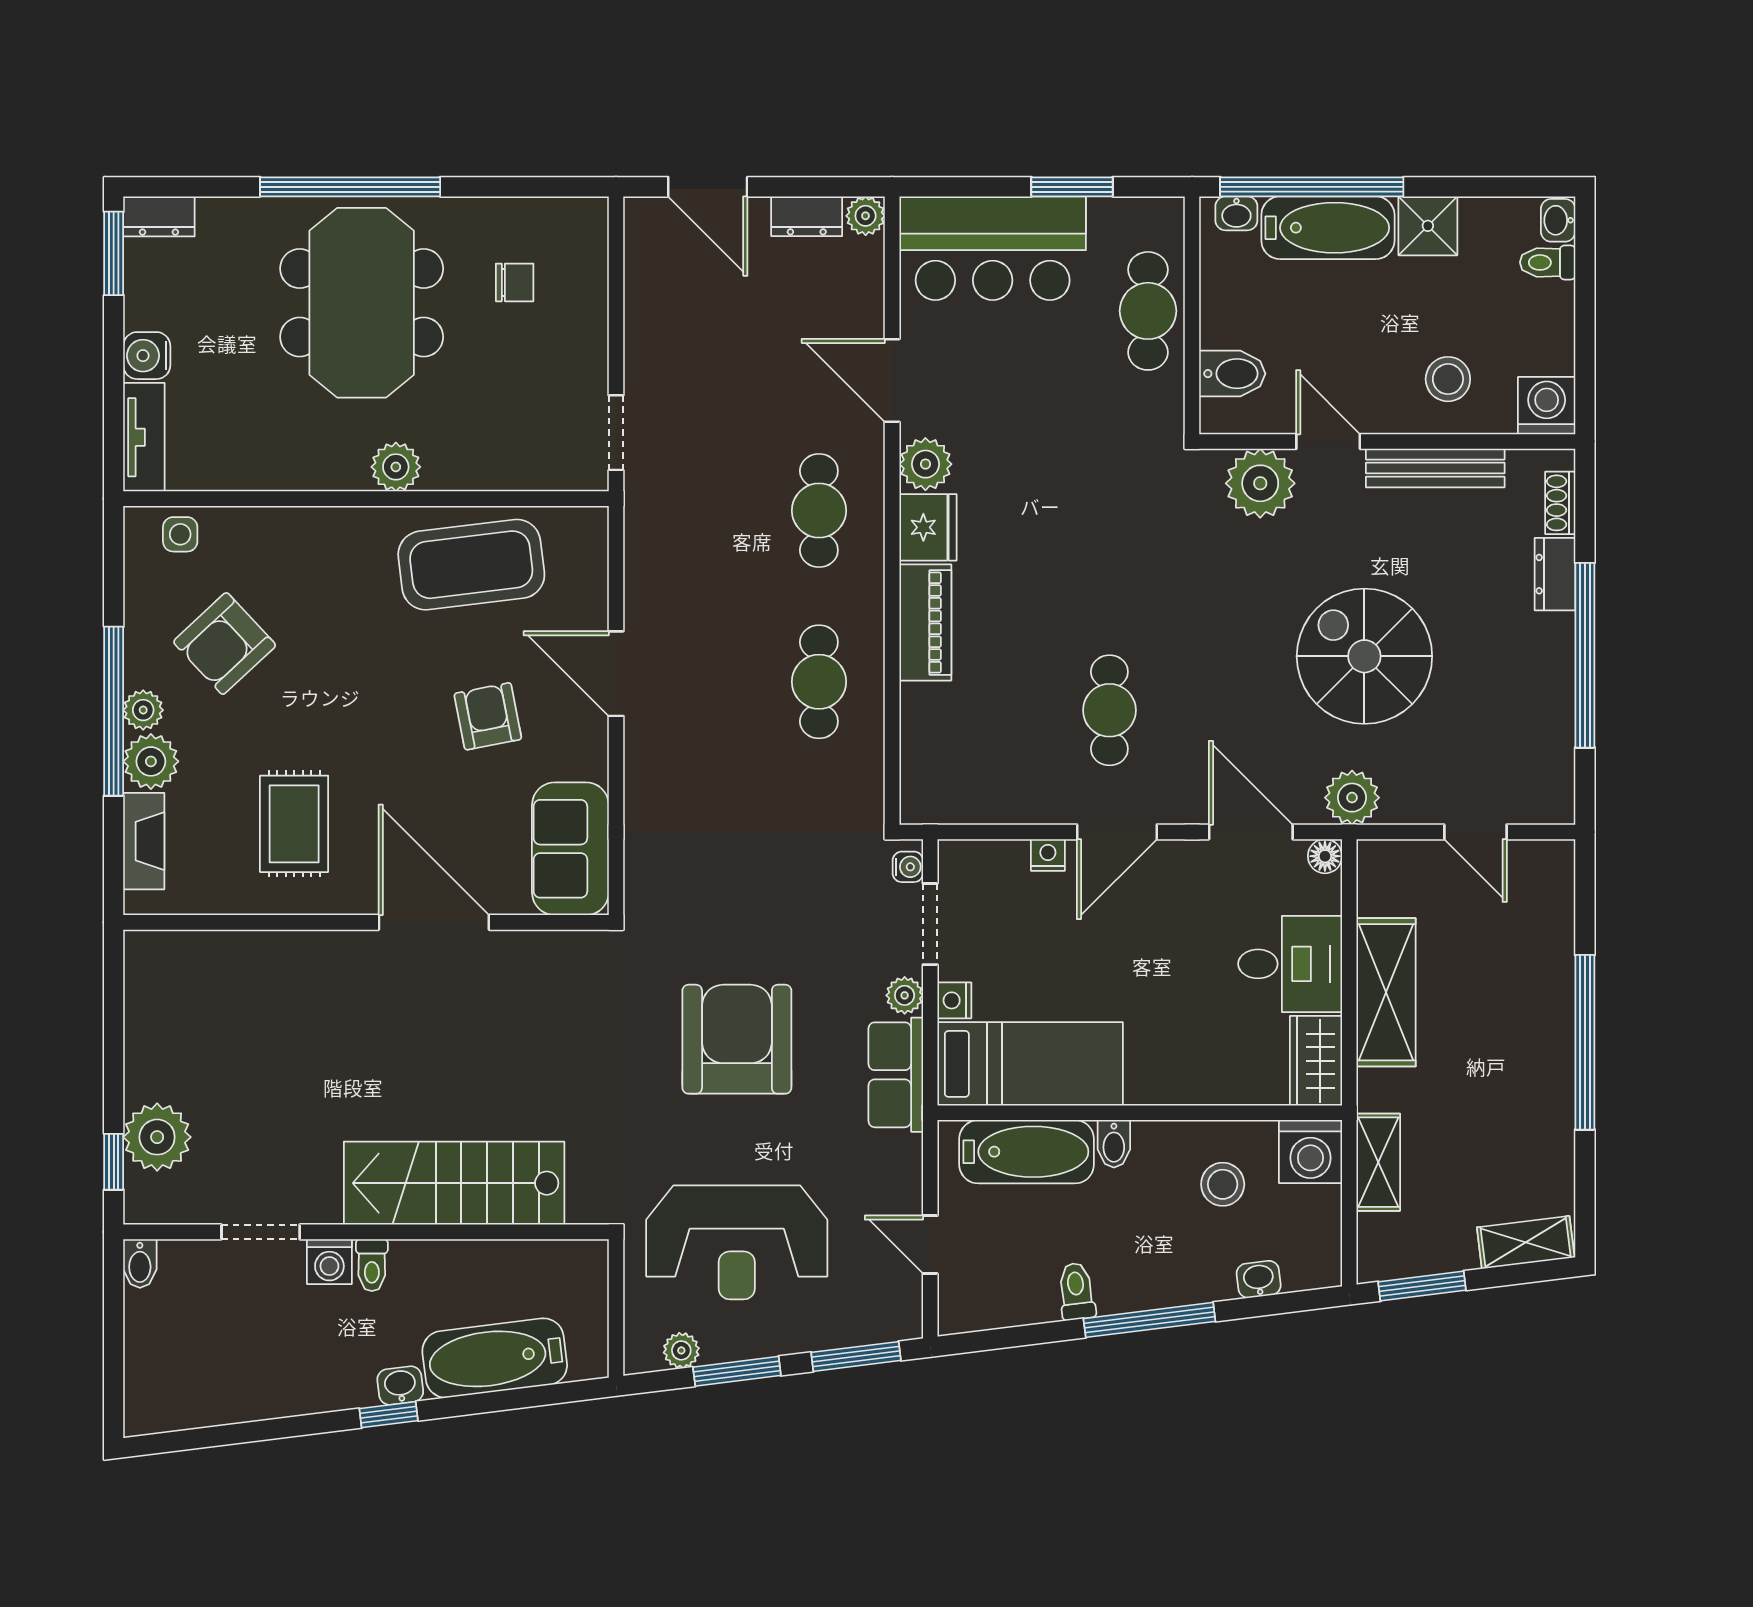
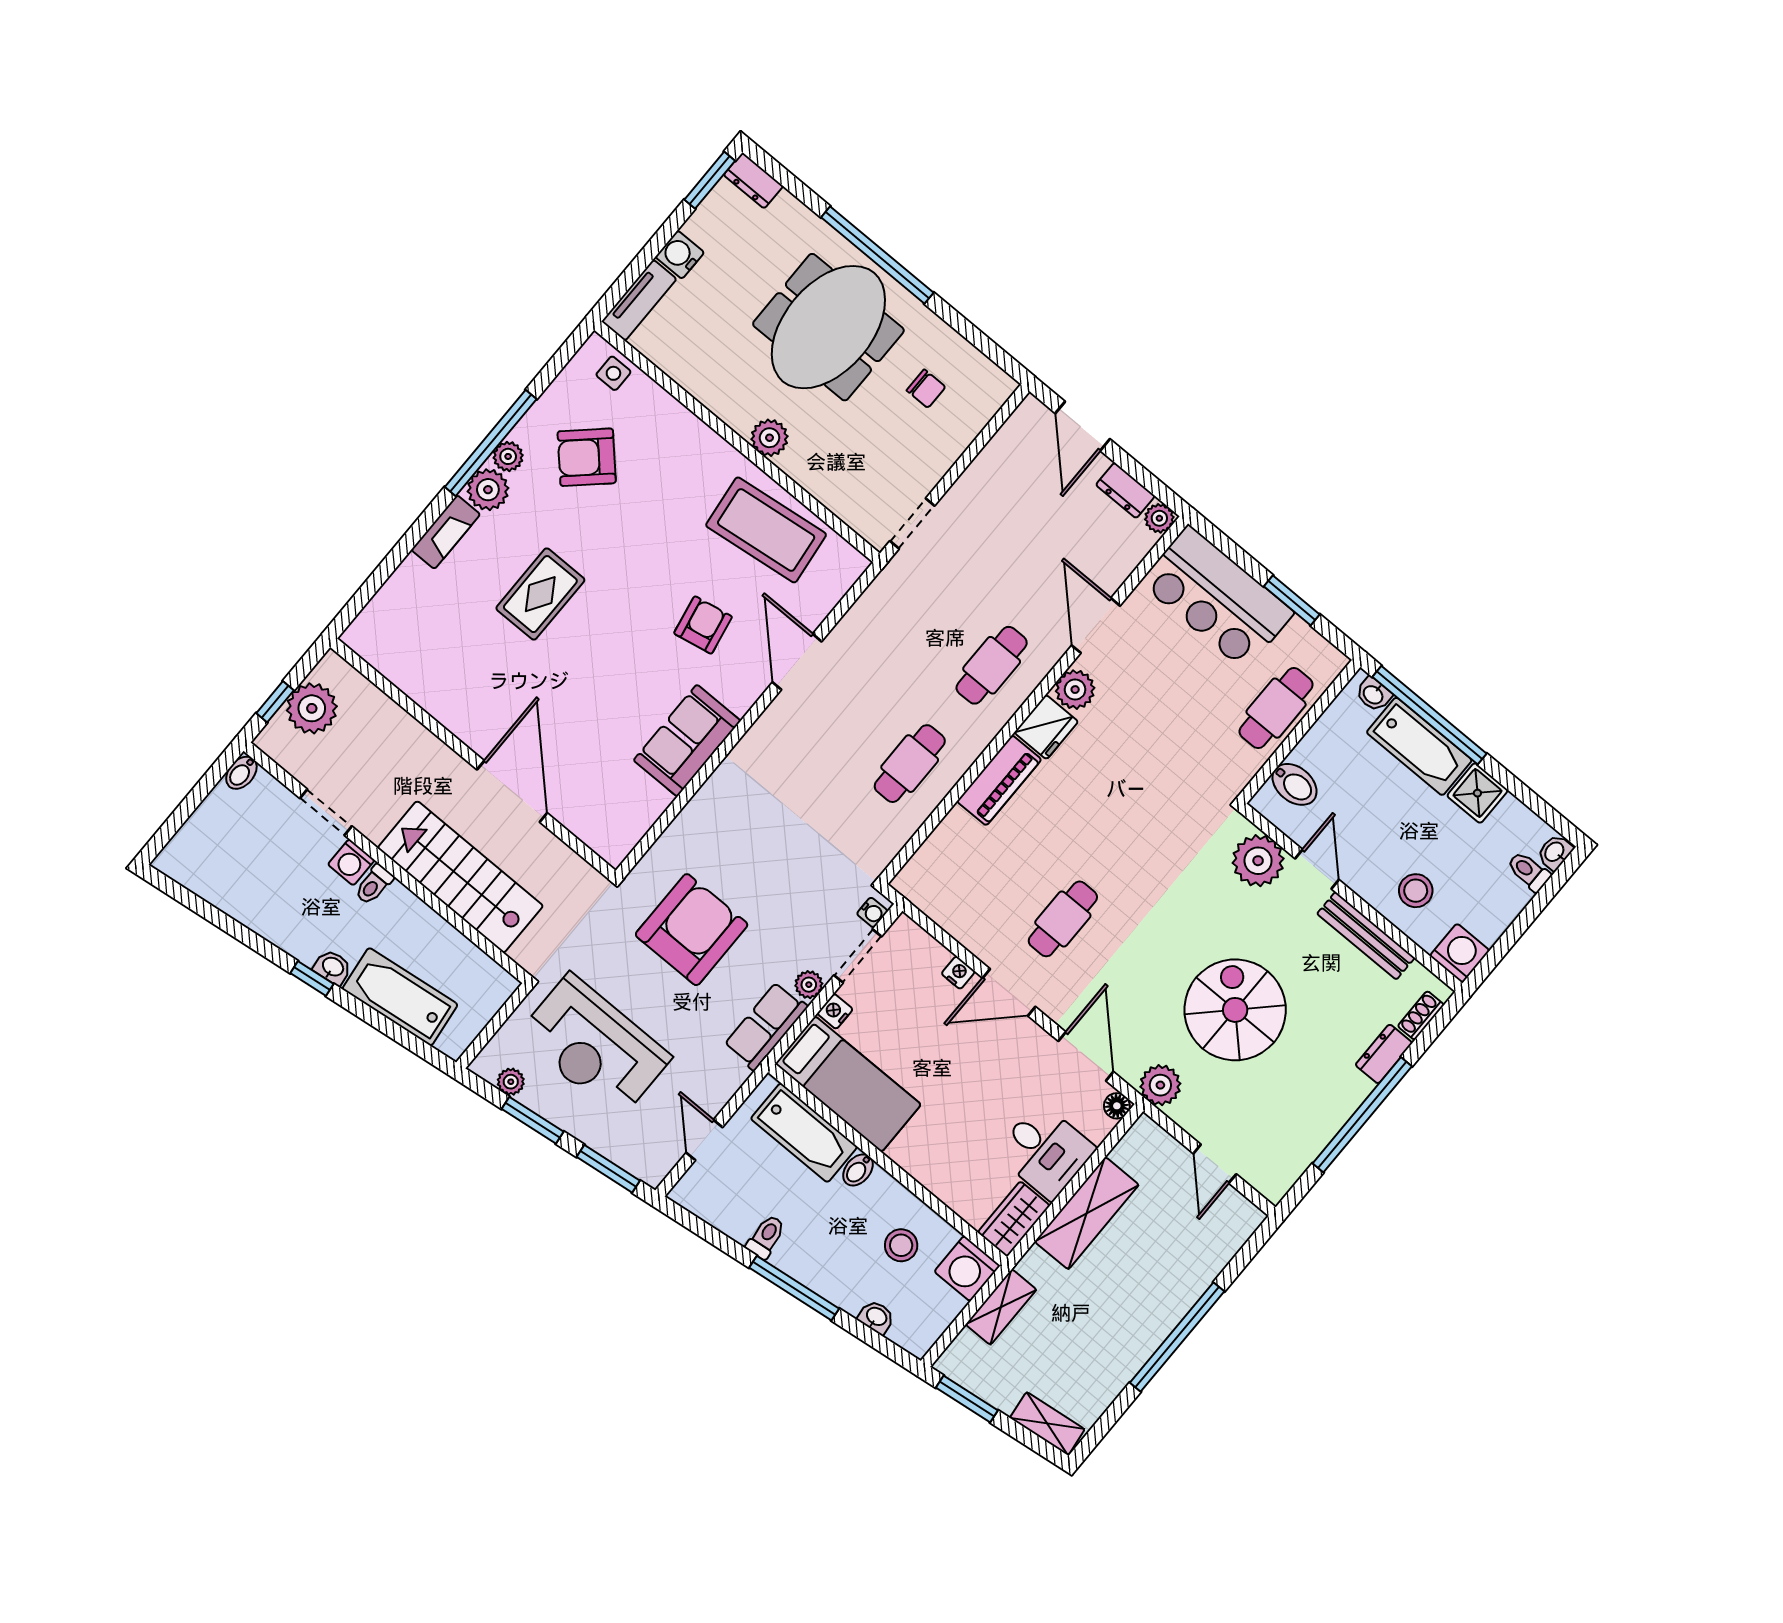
wall: (366, 922) -> (473, 759), moved
door: (434, 922) -> (512, 791), moved

